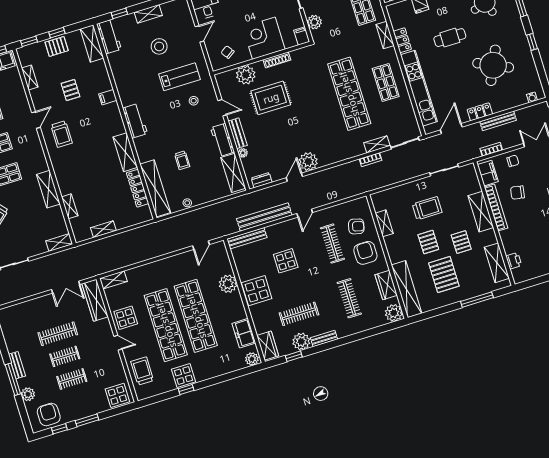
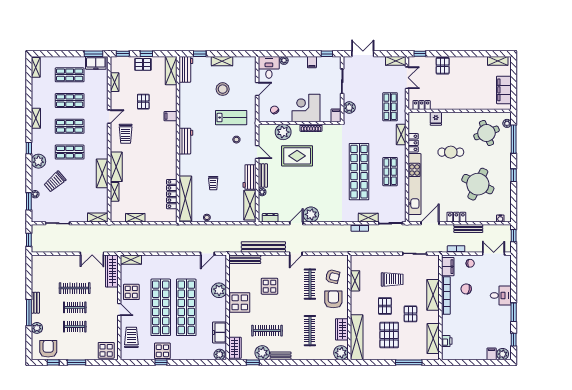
shelving: (125, 152) -> (116, 167), moved

